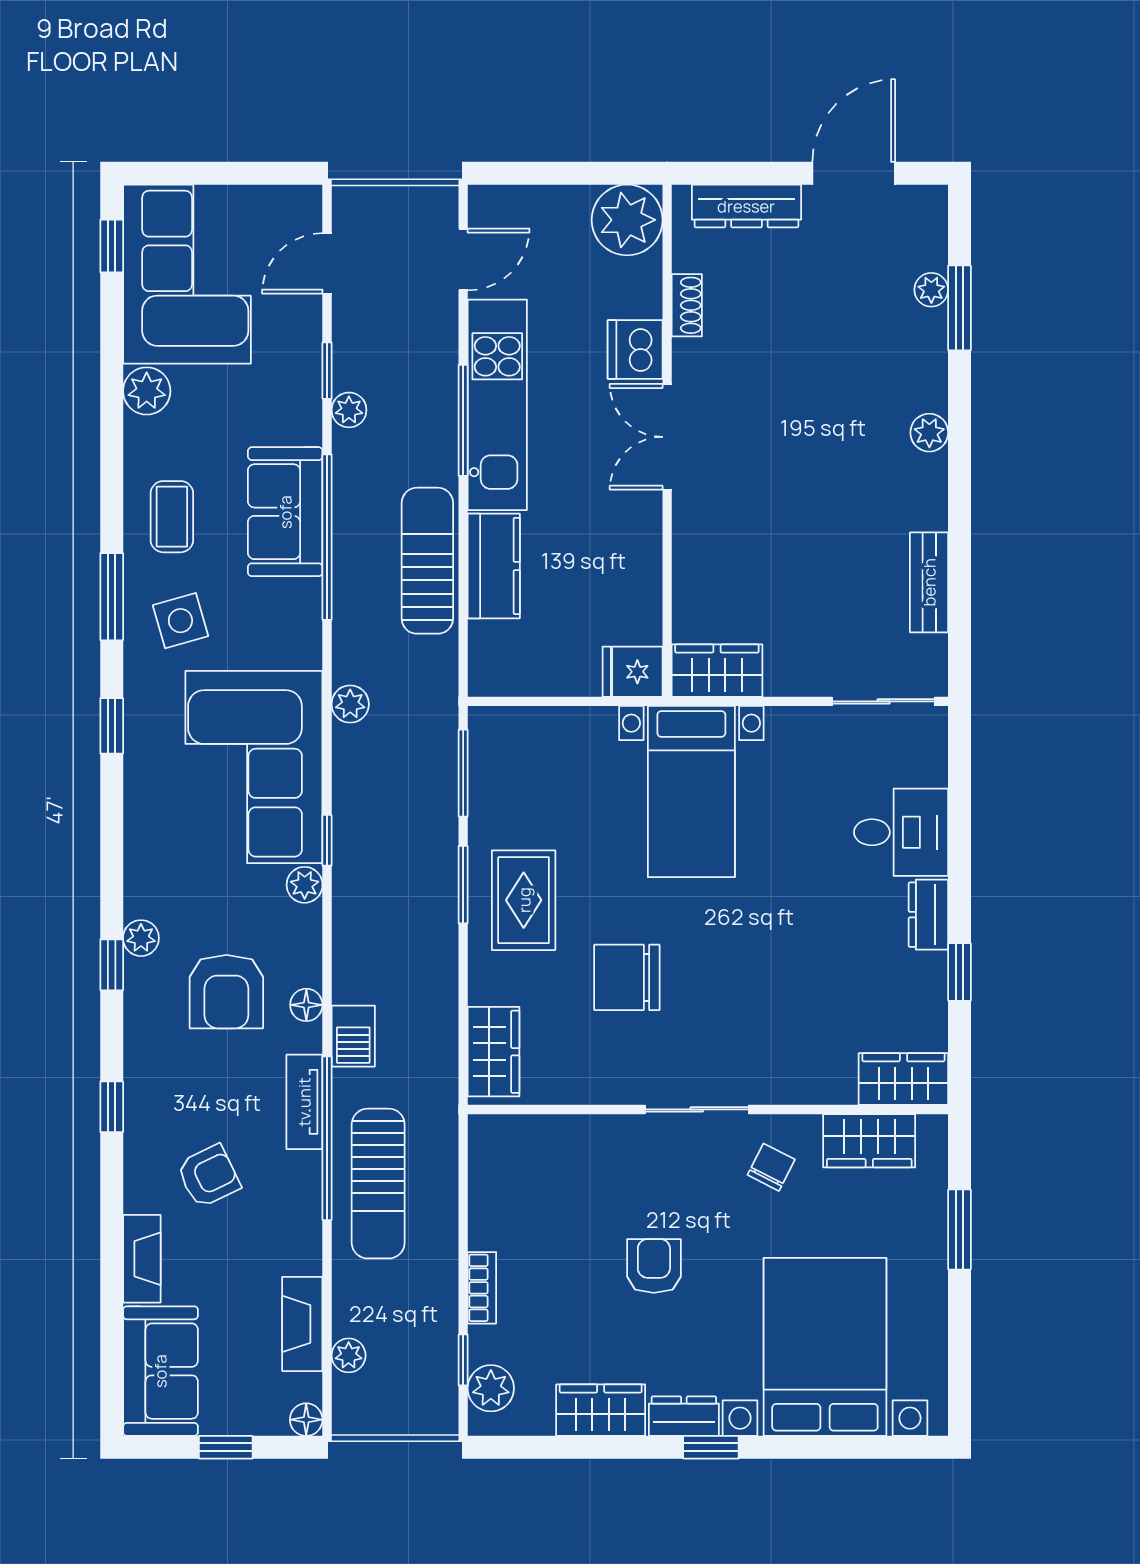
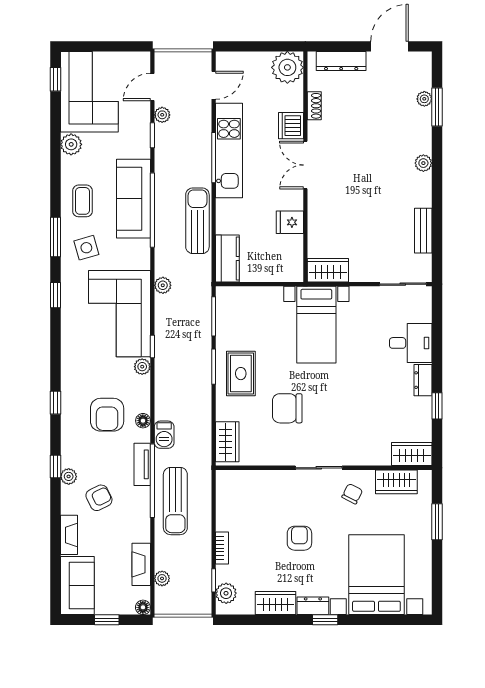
plant: (349, 410) -> (162, 115), moved
sofa: (285, 512) -> (134, 199), width x1.36
kitchen counter: (494, 566) -> (227, 259), moved
fridge: (633, 672) -> (290, 222), moved
plant: (141, 938) -> (69, 476), moved

